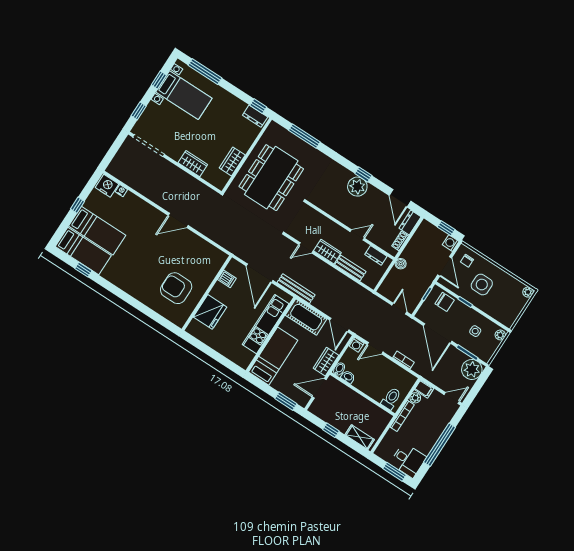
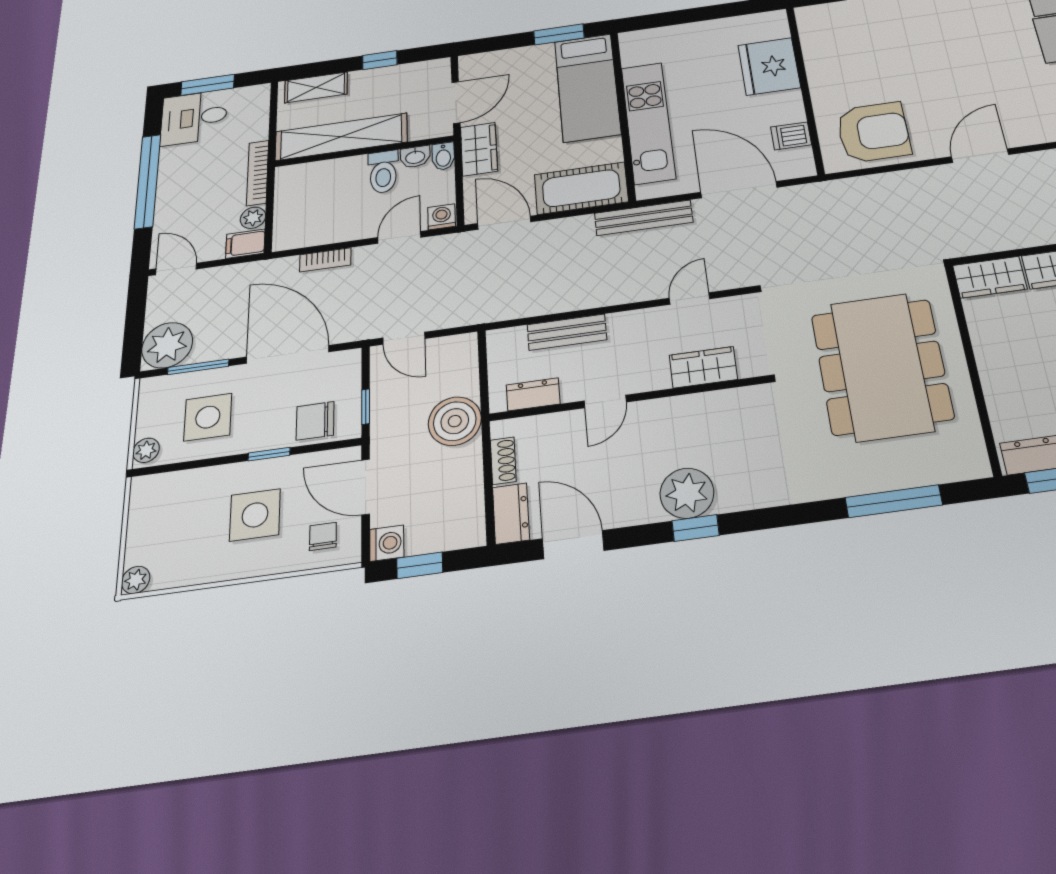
wardrobe: (232, 162) -> (990, 277), moved, turned 90
wardrobe: (327, 252) -> (703, 367), moved, turned 180
boiler: (401, 264) -> (455, 421), width x1.86, depth x1.86
armchair: (176, 288) -> (873, 132), moved
side table: (475, 331) -> (208, 417), width x1.87, depth x1.87
door: (452, 398) -> (176, 269), swing flipped
toilet: (391, 399) -> (383, 172), moved
window: (286, 401) -> (559, 34), moved
shelving: (366, 407) -> (341, 137), added

